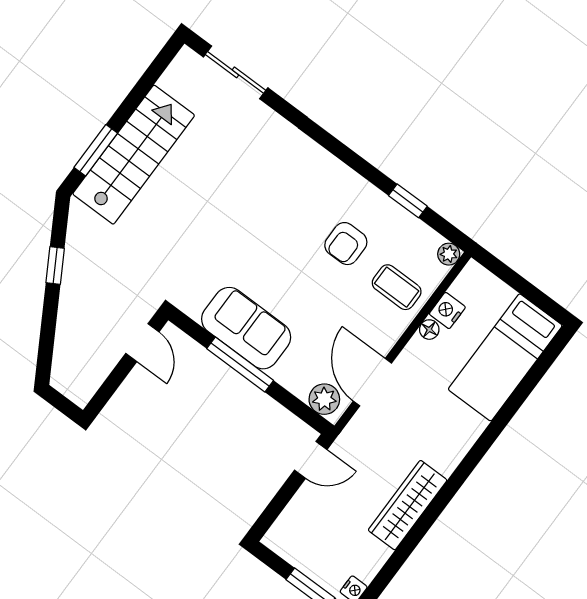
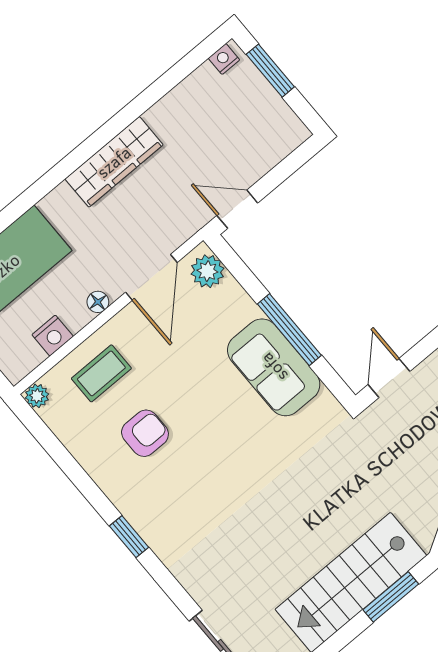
window: (408, 201) -> (129, 537), moved
coffee table: (397, 287) -> (101, 373), turned 90
floor lamp: (429, 330) -> (98, 302), moved
wardrobe: (408, 505) -> (114, 162), moved

